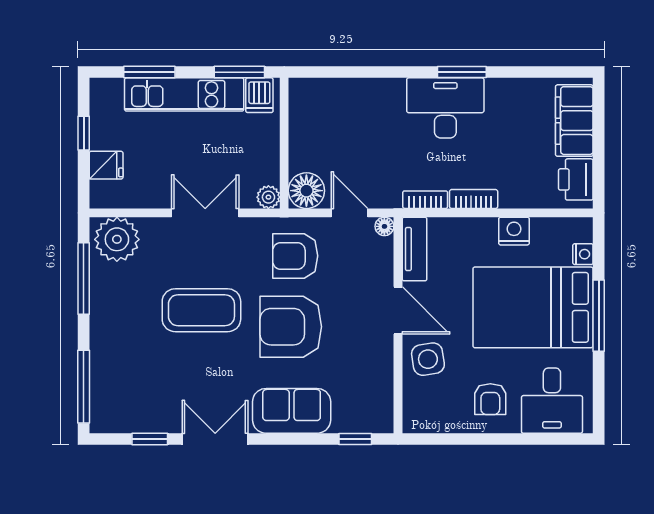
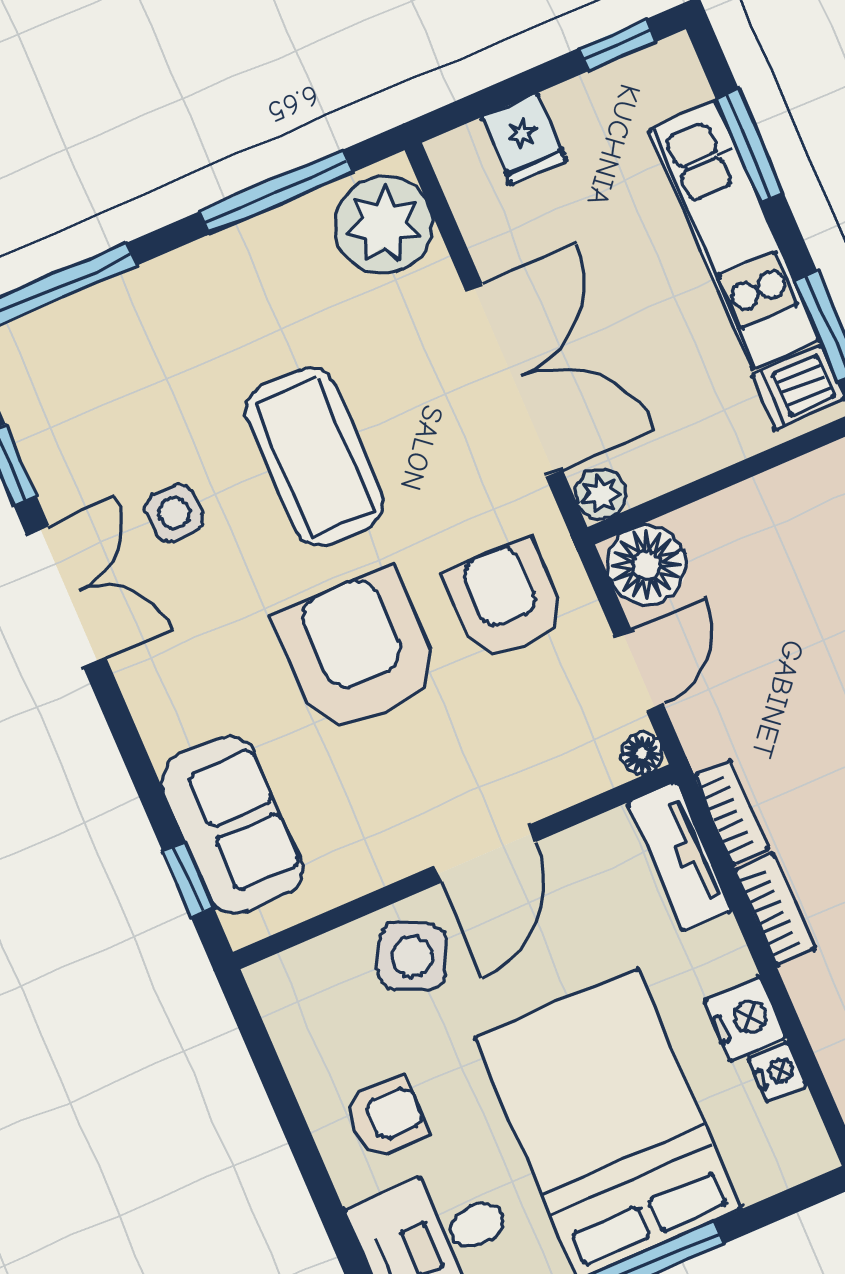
window: (84, 133) -> (617, 45), moved
double door: (205, 213) -> (514, 380), width x1.37
tv unit: (414, 249) -> (680, 856), moved, turned 90
nightstand: (583, 254) -> (778, 1072), moved, turned -90
side table: (428, 359) -> (412, 956), turned 35
side table: (200, 379) -> (174, 513), added
armchair: (490, 399) -> (386, 1117), turned 180
sofa: (292, 411) -> (232, 825), moved

